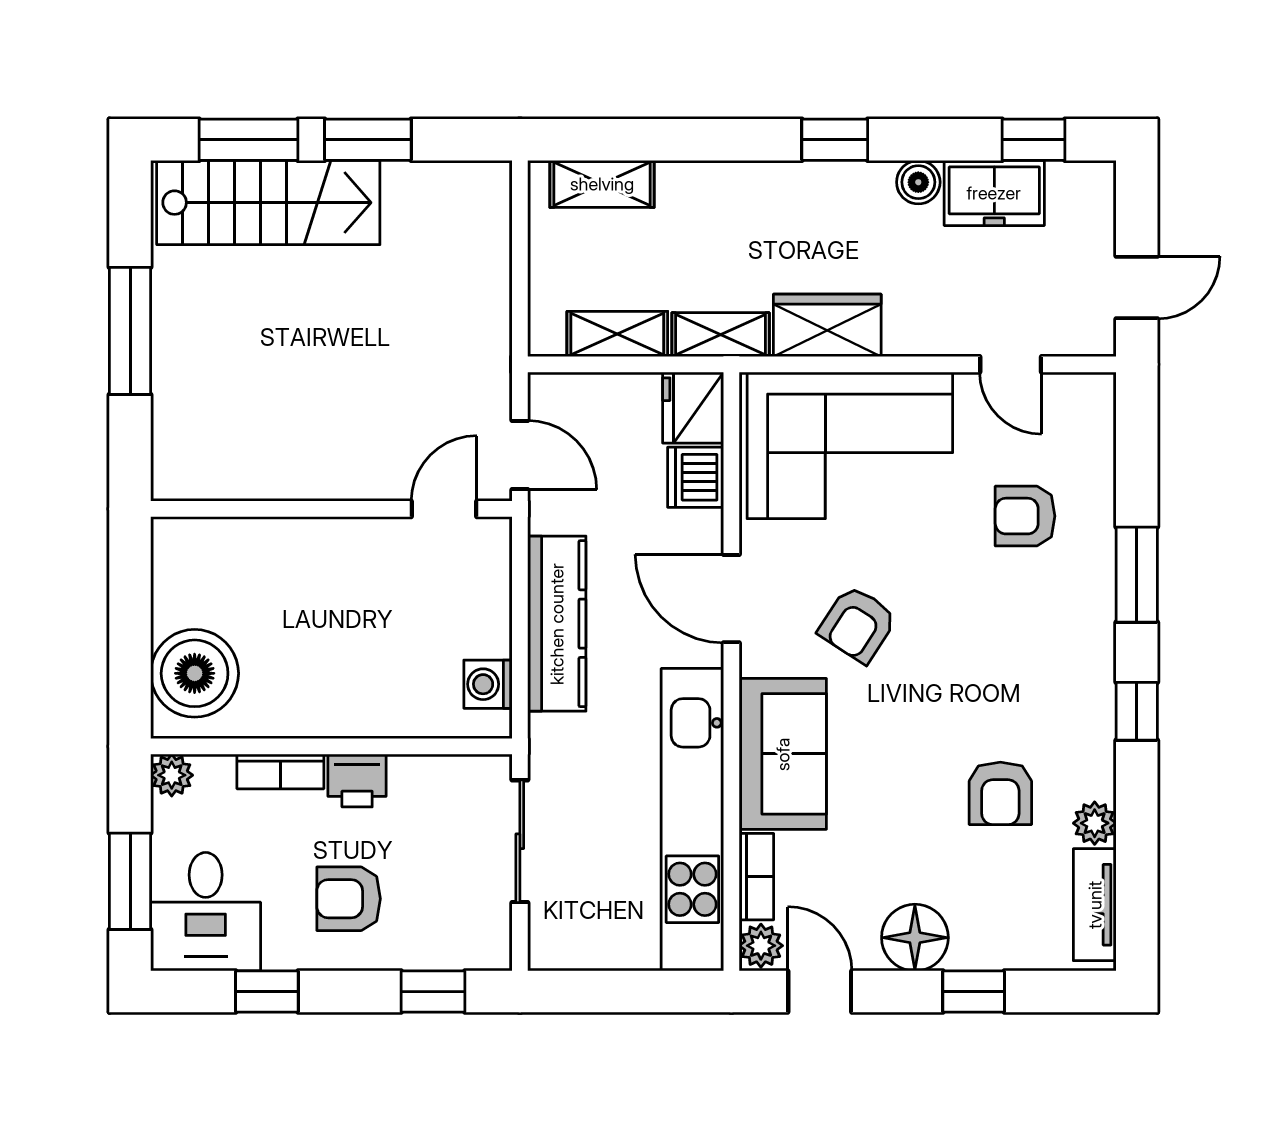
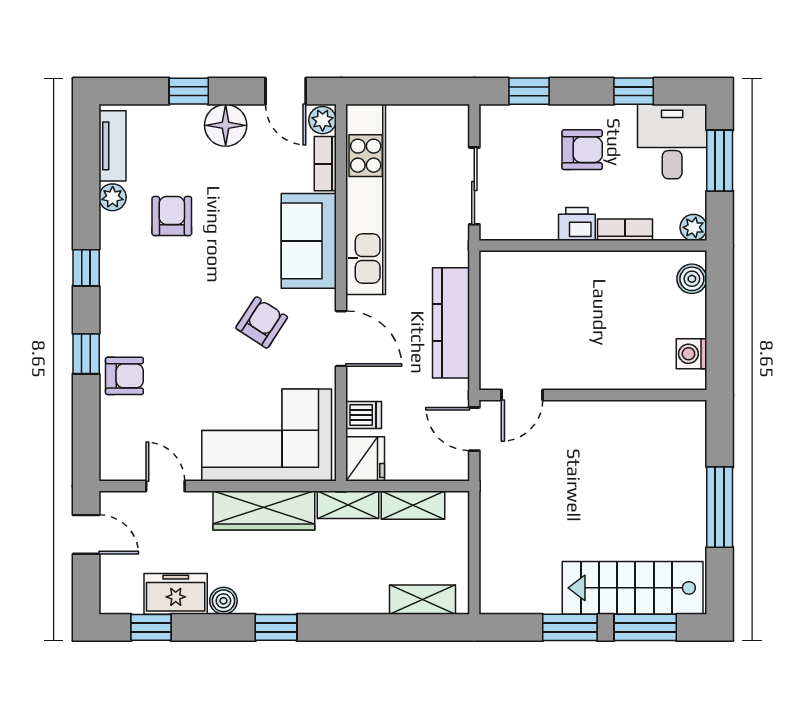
door: (1137, 288) -> (86, 534), swing flipped
wardrobe: (827, 325) -> (264, 511), width x1.50
dishwasher: (696, 477) -> (364, 415), width x0.73
armchair: (1025, 516) -> (124, 376), moved
window: (1137, 575) -> (86, 354), width x0.67
boiler: (195, 673) -> (692, 279), width x0.54, depth x0.54
washing machine: (488, 684) -> (692, 354), moved, turned 180

